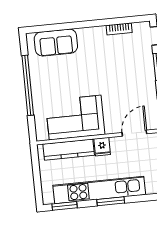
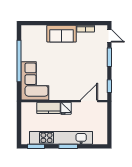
sofa: (56, 43) -> (62, 34), moved
corner sofa: (75, 118) -> (35, 81), moved, turned 90
kitchen counter: (69, 150) -> (48, 108), width x0.67

